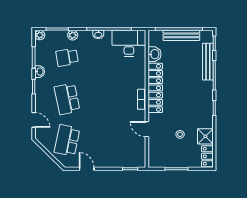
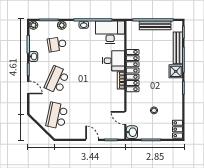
washbasin: (154, 54) -> (132, 132), moved
desk: (133, 76) -> (114, 61), added
school desk: (67, 99) -> (57, 80), turned 36
door: (34, 120) -> (28, 87), moved
door: (147, 129) -> (125, 118), moved
shower: (205, 136) -> (176, 71), moved
door: (87, 169) -> (92, 140), moved

